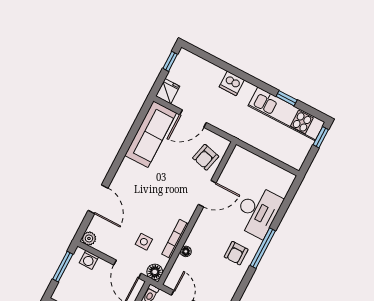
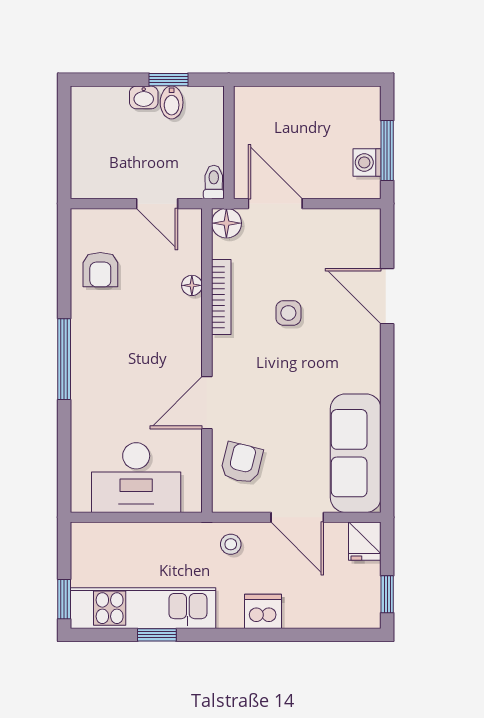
door: (193, 119) -> (297, 517), swing flipped
stool: (230, 122) -> (231, 544), added
desk: (258, 211) -> (136, 478), moved, turned -90
plant: (89, 238) -> (368, 221), removed
side table: (144, 242) -> (288, 313), moved
armchair: (236, 253) -> (100, 270), moved, turned 180
washing machine: (89, 260) -> (367, 162), moved, turned -90

